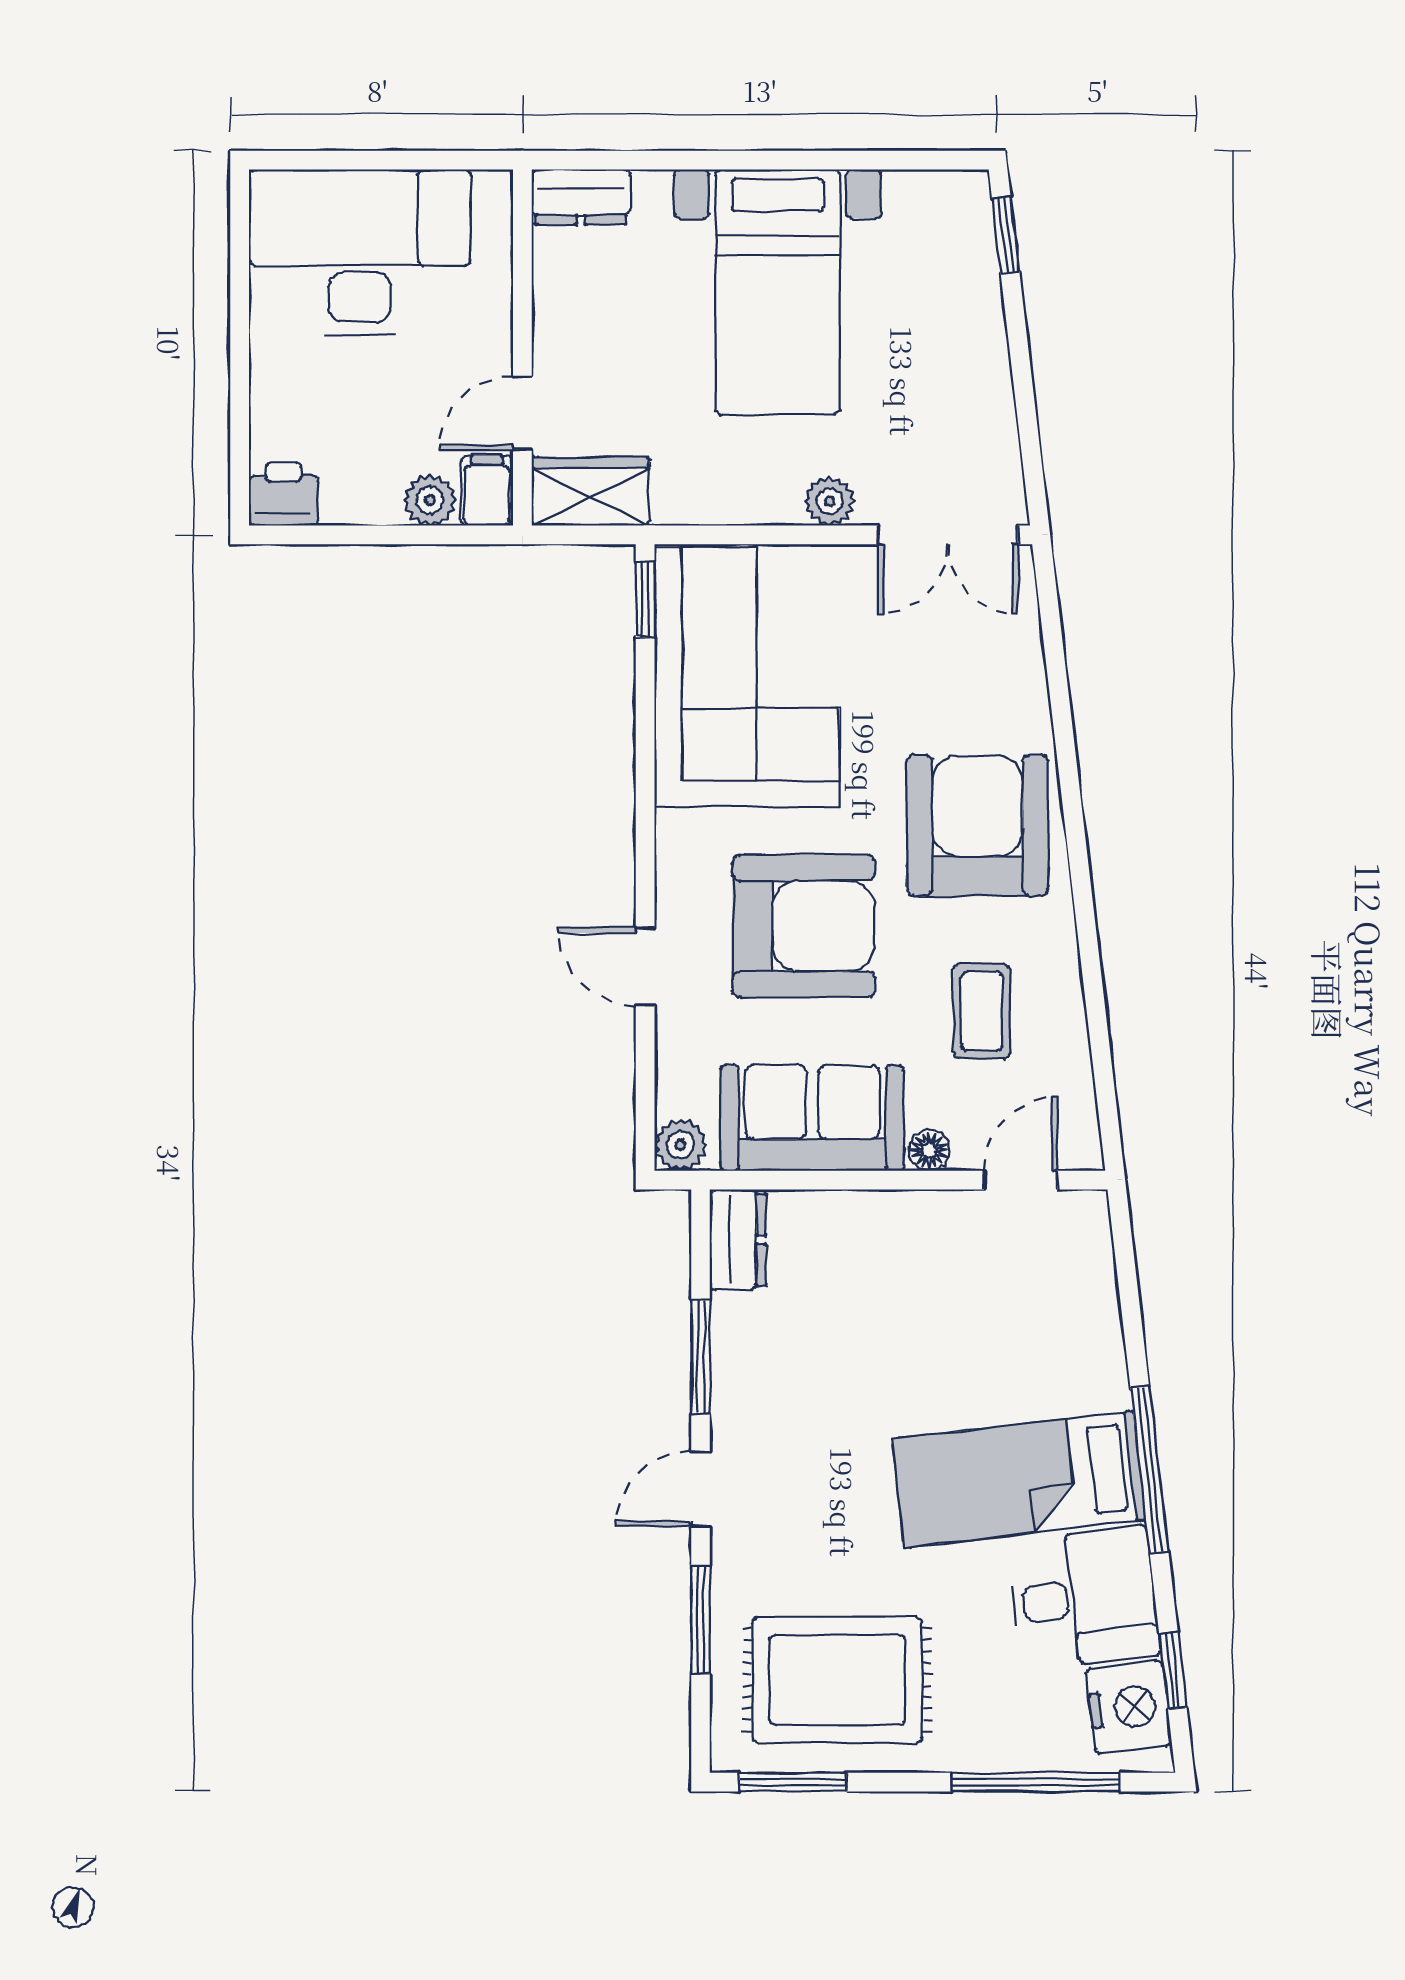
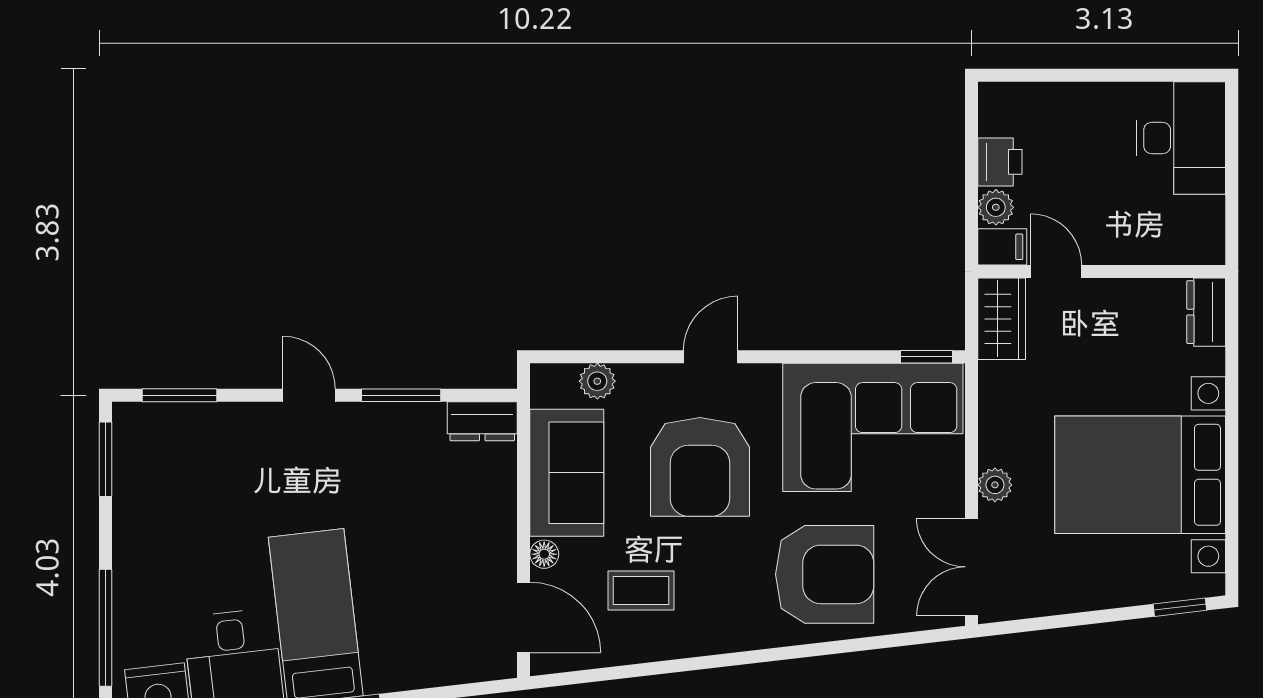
desk: (360, 252) -> (1181, 138), width x0.73, depth x0.77
bed with nightstands: (778, 292) -> (1140, 475), width x1.36
printer: (284, 494) -> (1000, 162), moved
armchair: (977, 826) -> (825, 574), moved
door: (645, 967) -> (711, 357), moved
plant: (680, 1145) -> (597, 381), moved
door: (1020, 1180) -> (524, 617), width x1.38
window: (700, 1620) -> (180, 395), moved
rug: (837, 1680) -> (176, 490), removed

